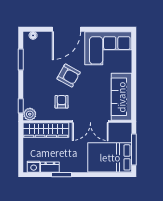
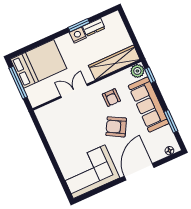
sofa: (121, 97) -> (149, 105), moved, turned 180
double door: (90, 122) -> (74, 91), width x0.73
nightstand: (34, 167) -> (78, 35), moved

